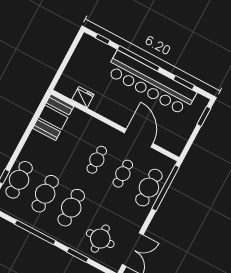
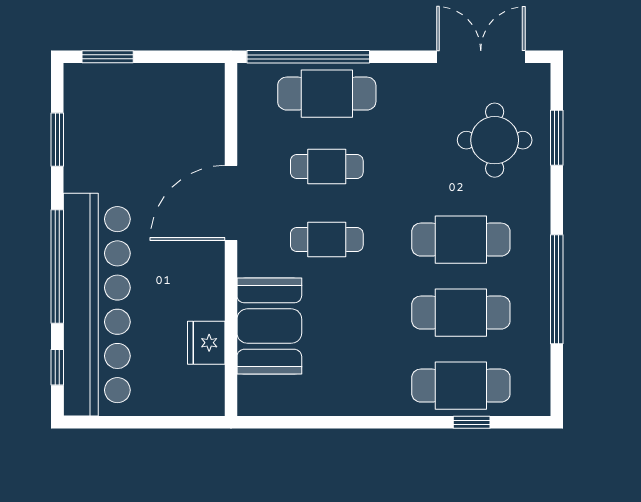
bar counter: (151, 83) -> (97, 305), moved
booth: (53, 117) -> (269, 326), moved, turned 90
door: (139, 138) -> (231, 203), moved
window: (78, 255) -> (557, 138), moved

